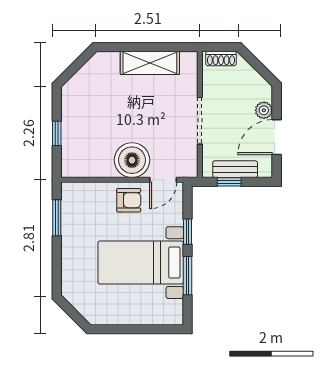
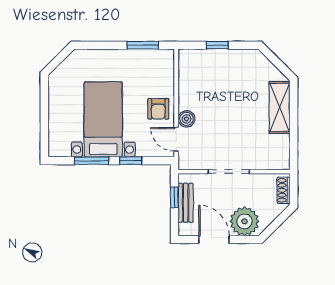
shelving: (150, 63) -> (280, 107), moved
plant: (264, 110) -> (244, 221), width x1.87, depth x1.87
boiler: (132, 160) -> (186, 119), width x0.54, depth x0.54

